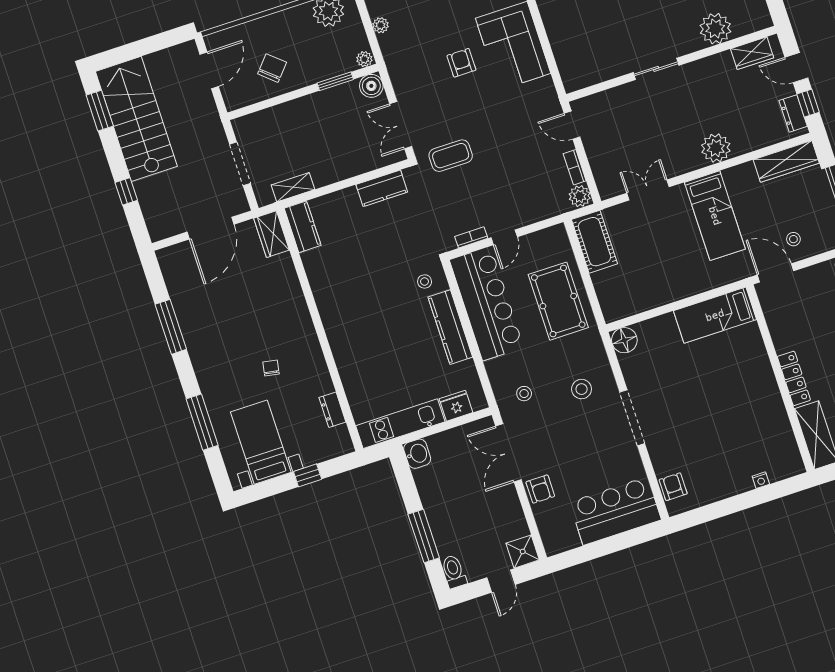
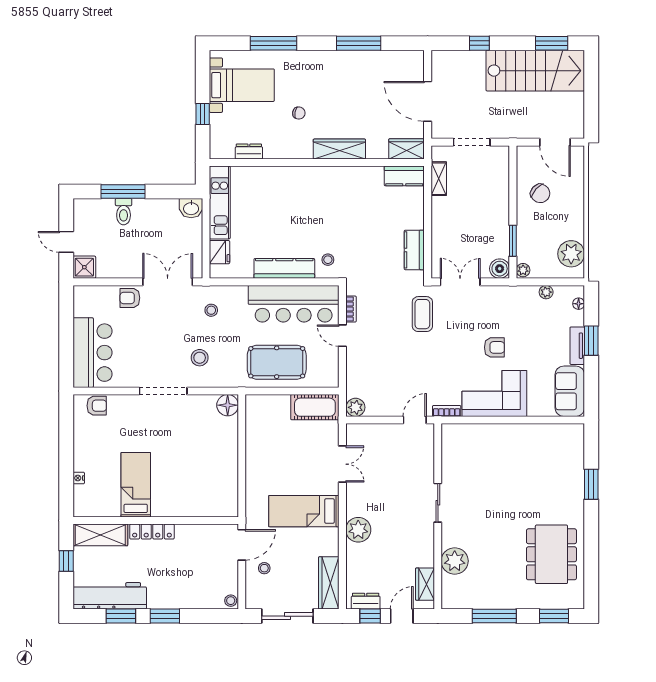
bookcase: (575, 167) -> (447, 411), moved
wardrobe: (296, 309) -> (339, 149), added
bed: (715, 315) -> (136, 485), moved
toilet: (454, 572) -> (124, 212), moved, turned 90

